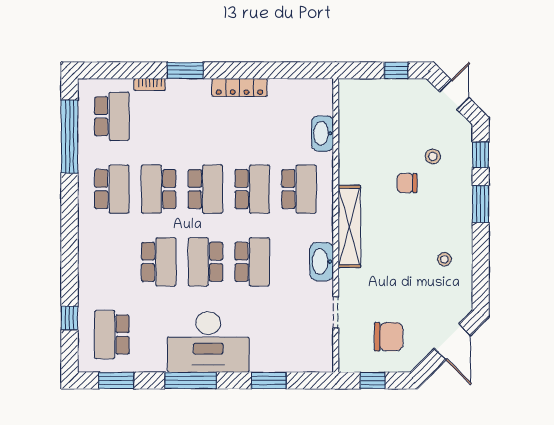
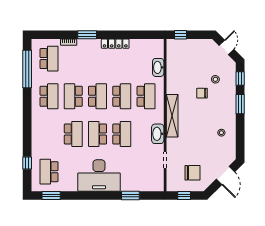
window: (396, 70) -> (180, 35), moved
window: (191, 381) -> (90, 195), removed

